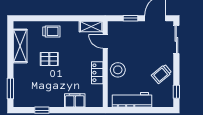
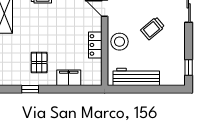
pallet: (49, 59) -> (39, 63), moved, turned 90
trolley: (162, 74) -> (153, 28), moved

